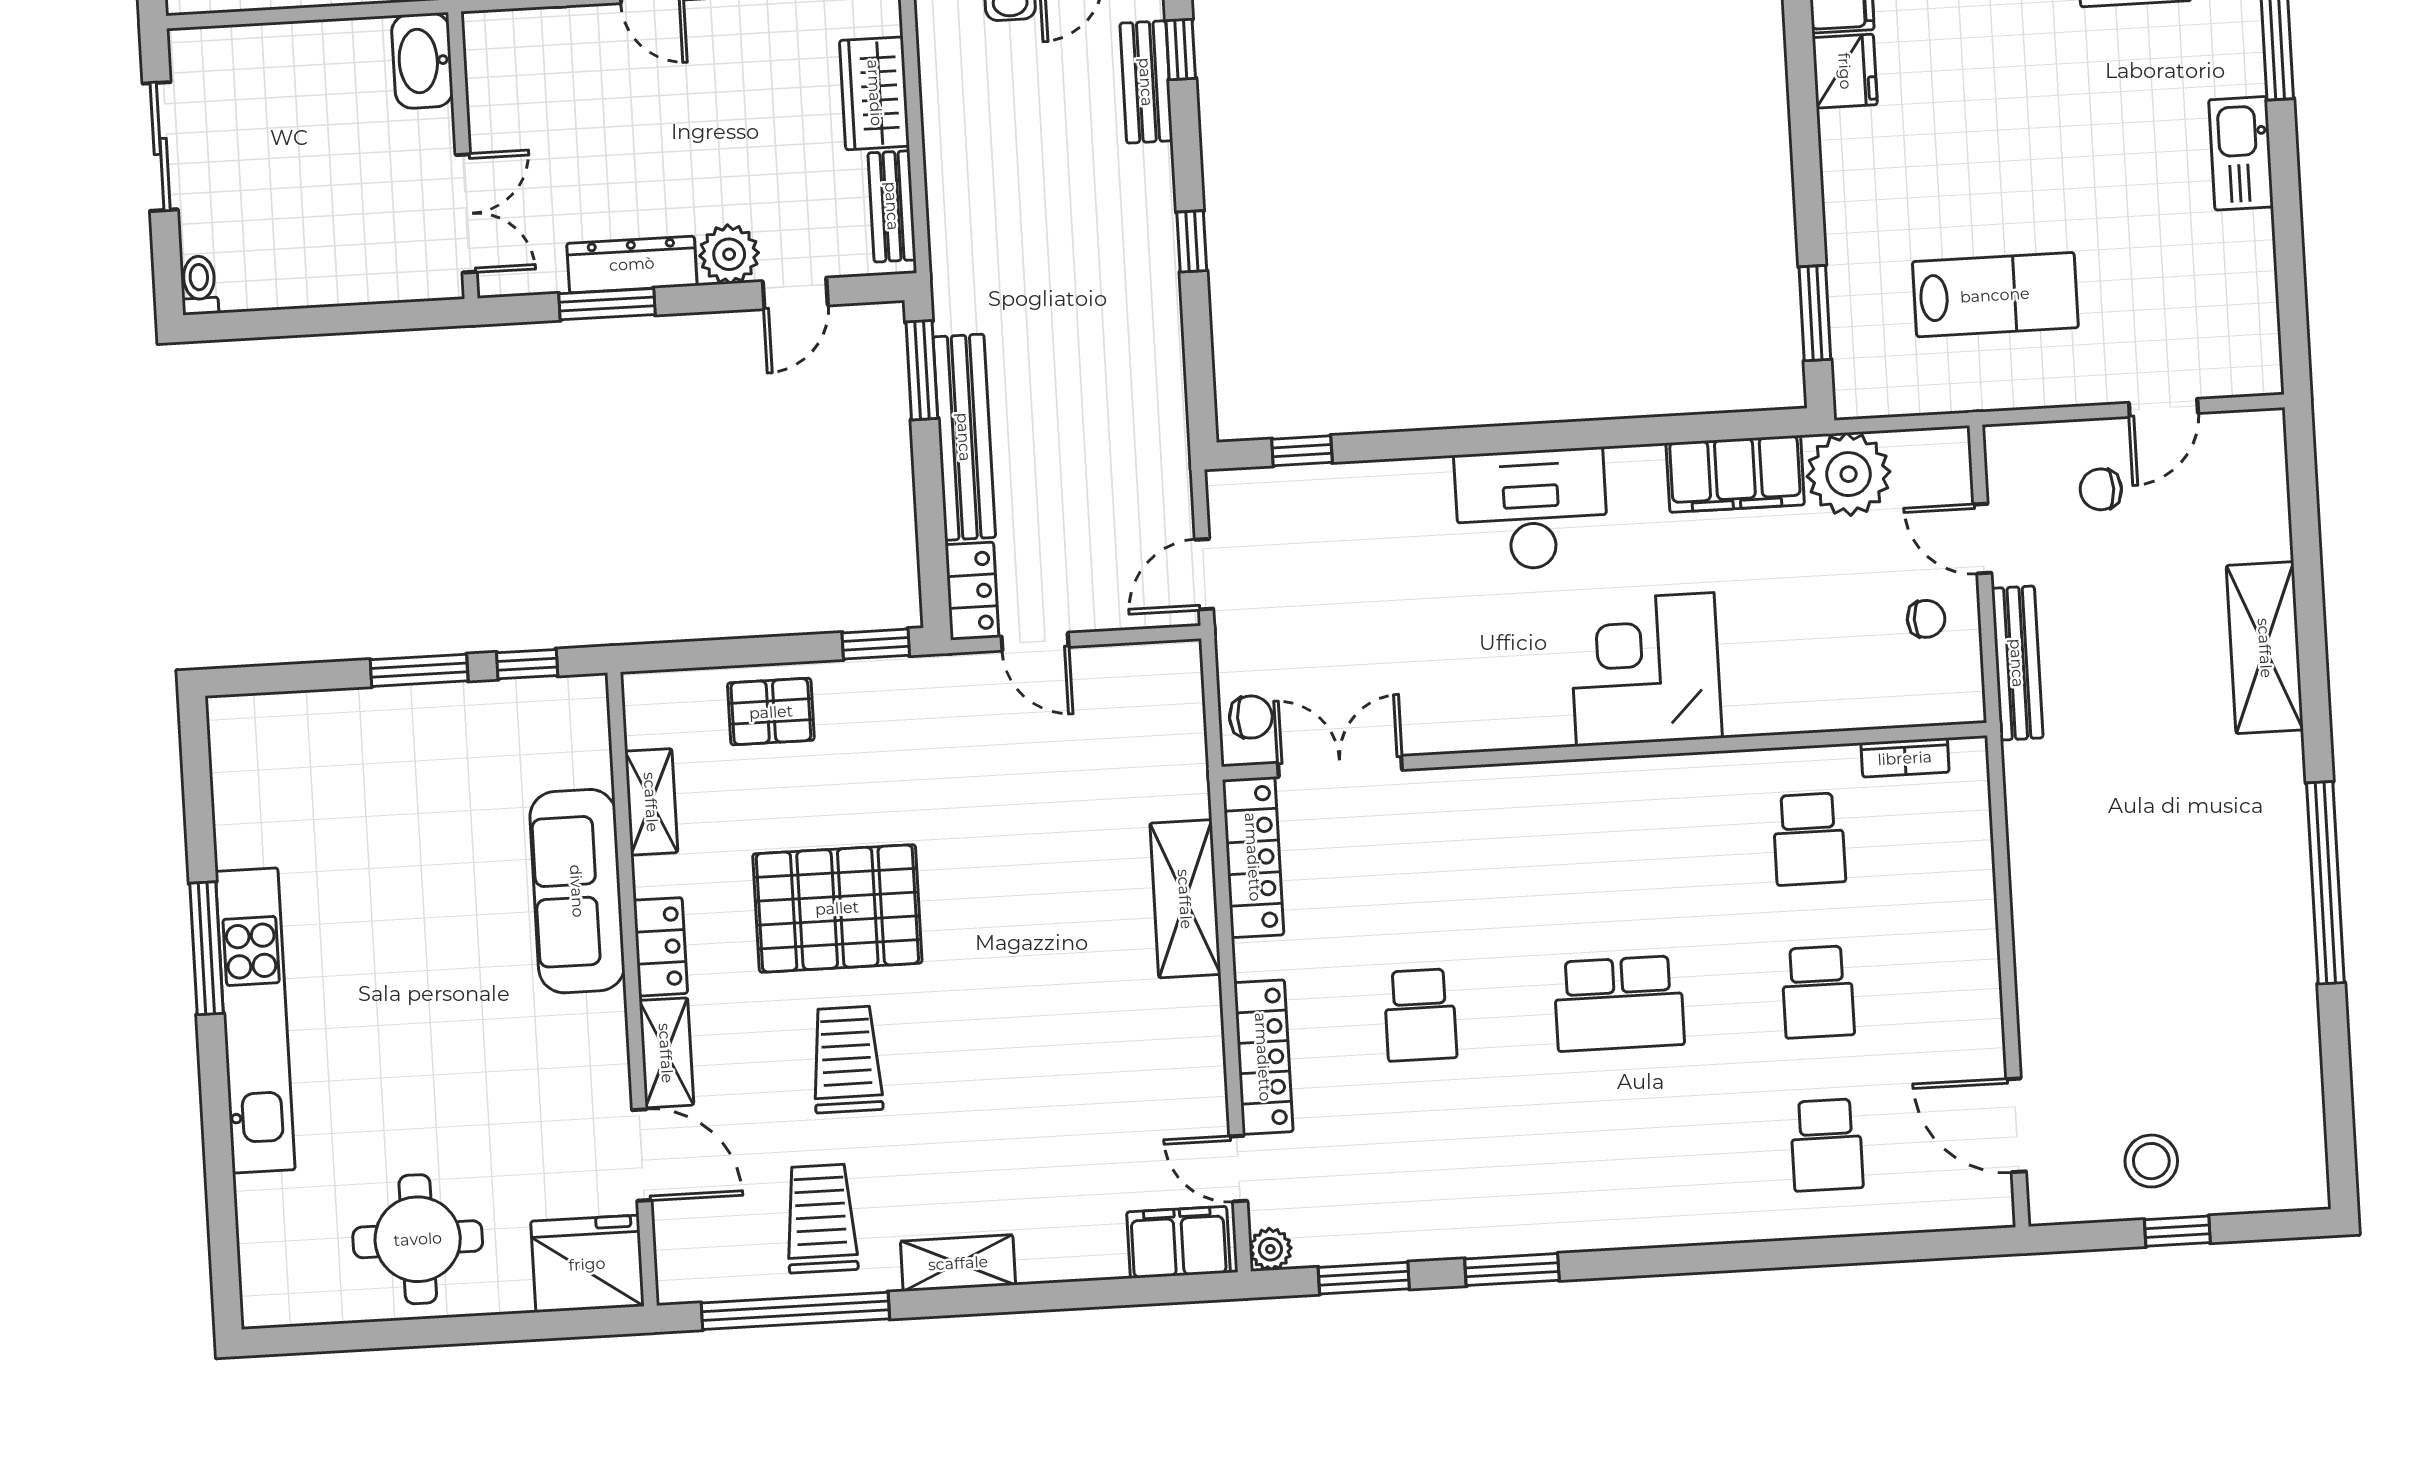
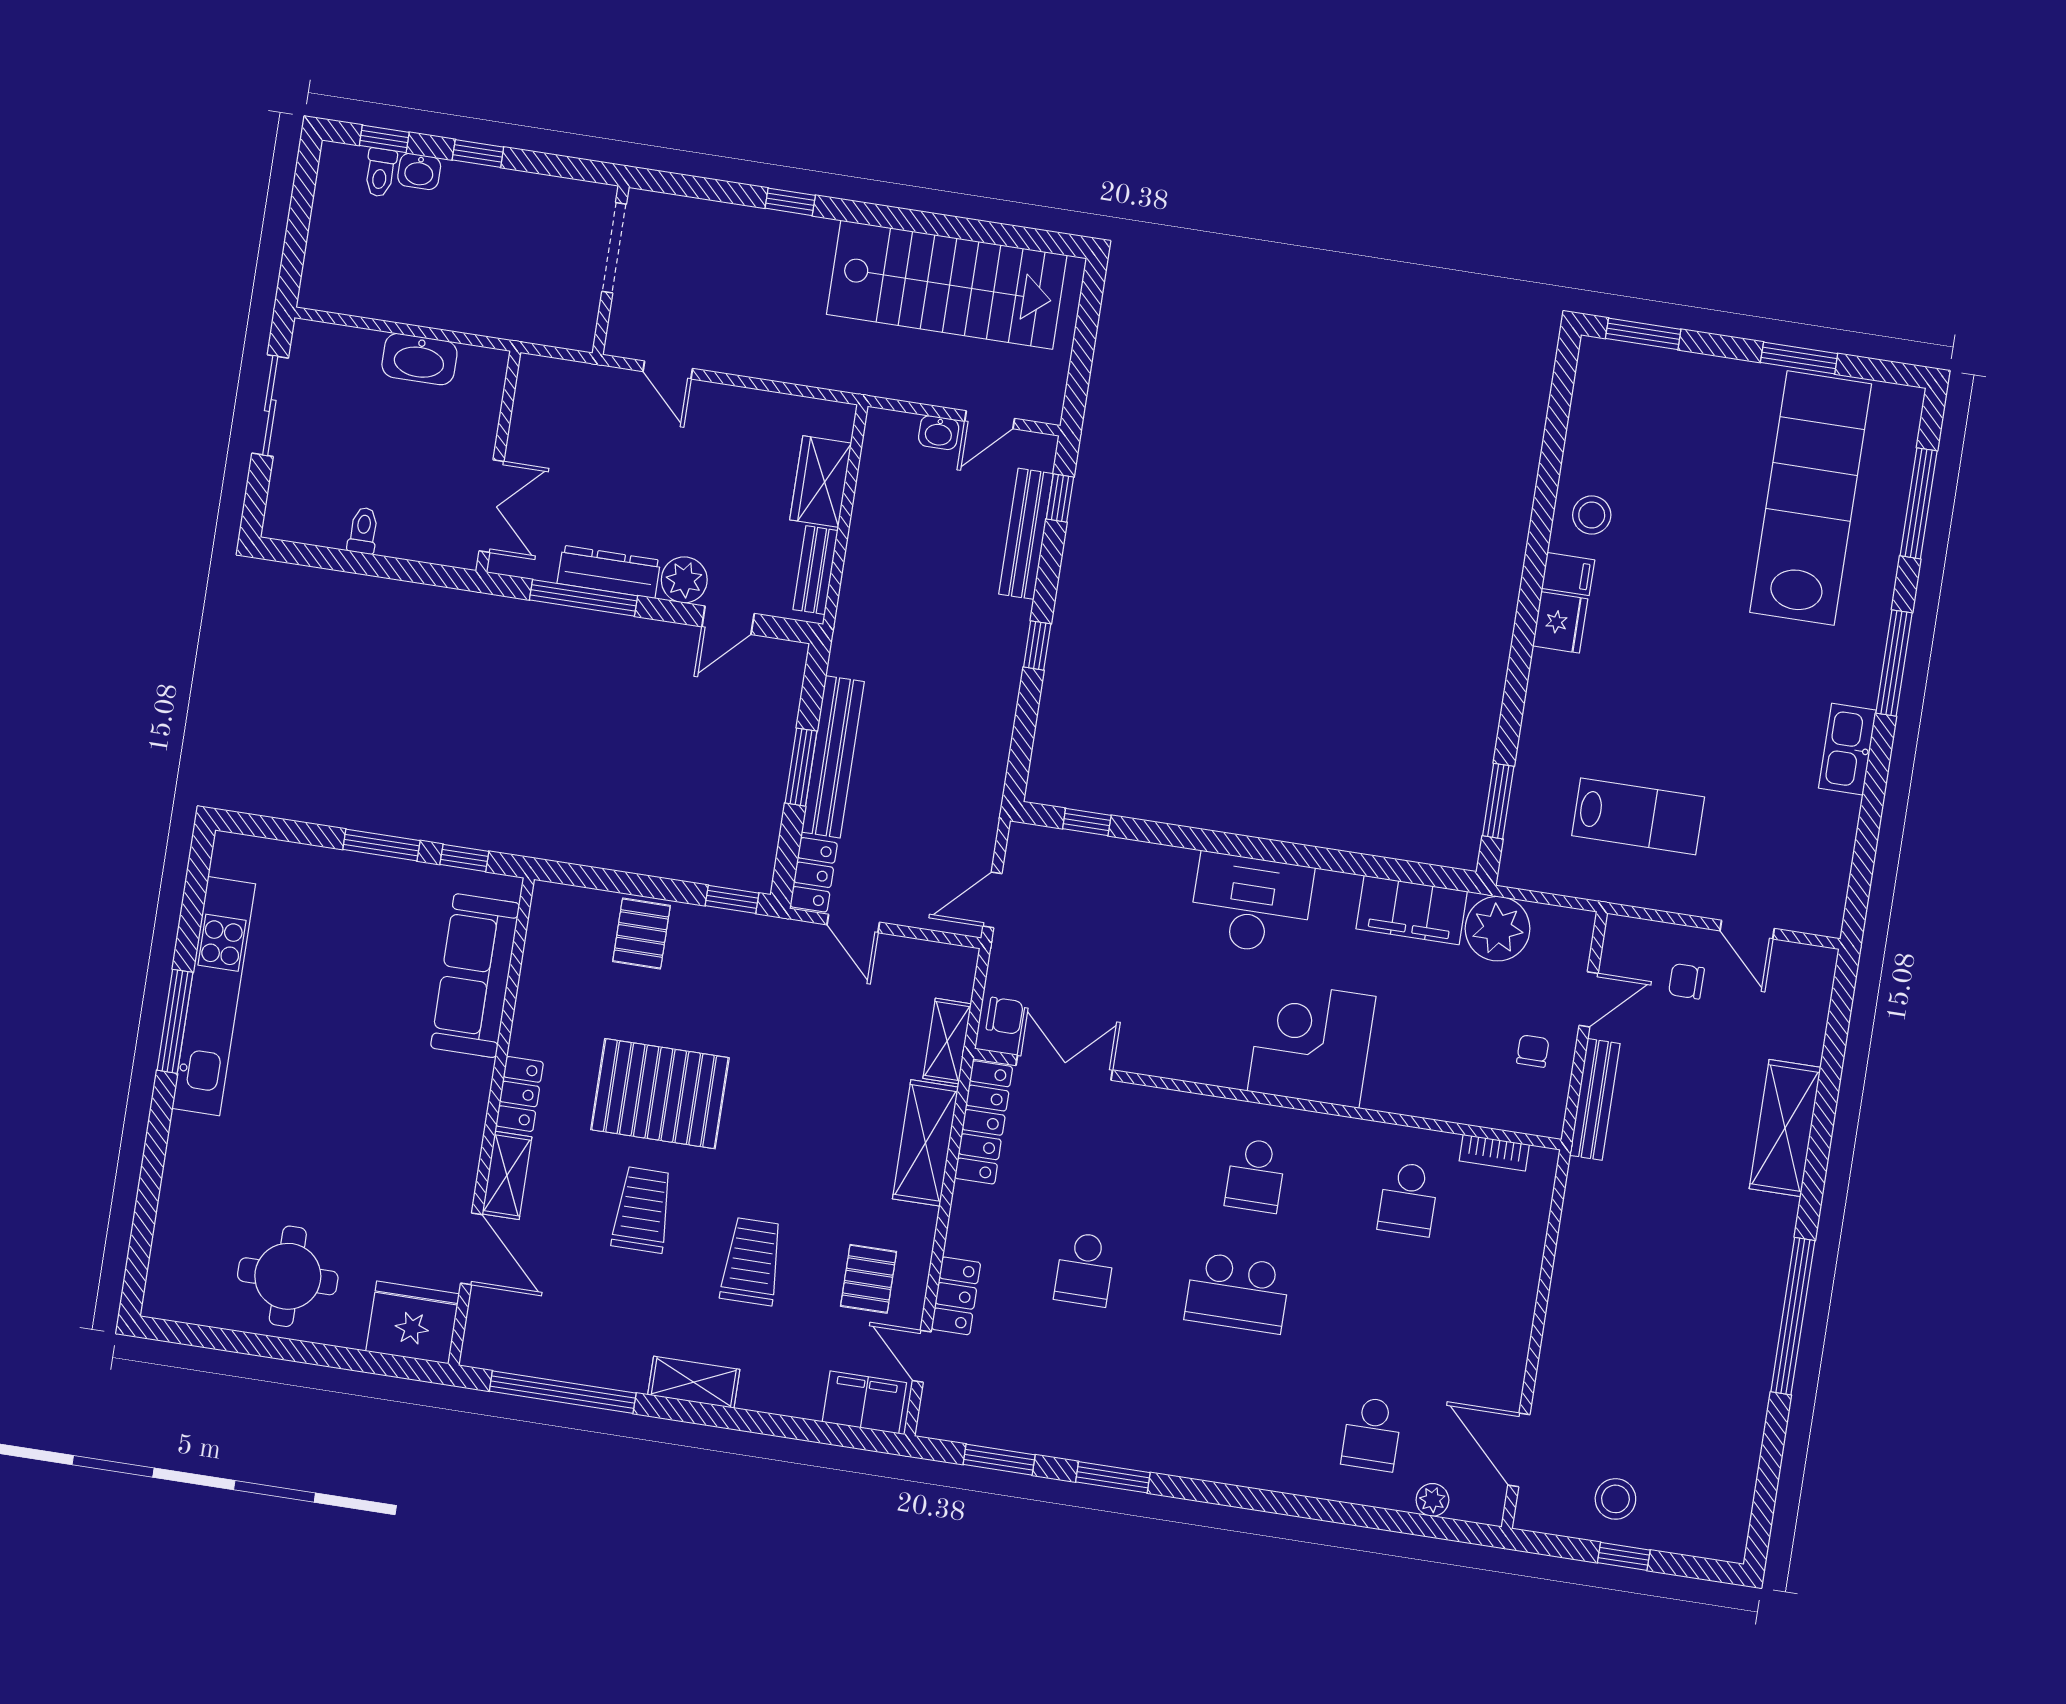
washbasin: (422, 61) -> (419, 359), moved, turned -90
bench: (1146, 82) -> (1026, 534), width x1.36
toilet: (199, 285) -> (363, 531), moved
window: (607, 304) -> (583, 598), width x1.44
window: (922, 370) -> (801, 767), moved
door: (2163, 408) -> (1747, 930), hinge flipped
door: (1982, 539) -> (1589, 999), swing flipped
chair: (1926, 619) -> (1533, 1051), turned -90
pallet: (771, 712) -> (642, 933), turned 90
shelving: (651, 802) -> (947, 1041), moved
sofa: (577, 891) -> (475, 976), moved
school desk: (1818, 992) -> (1256, 1175), moved
kitchen unit: (255, 1020) -> (214, 996), moved
locker: (1263, 1057) -> (956, 1296), width x0.66
pallet: (1150, 1085) -> (869, 1279), added
trolley: (821, 1218) -> (752, 1262), moved
plant: (1270, 1249) -> (1432, 1500), moved

